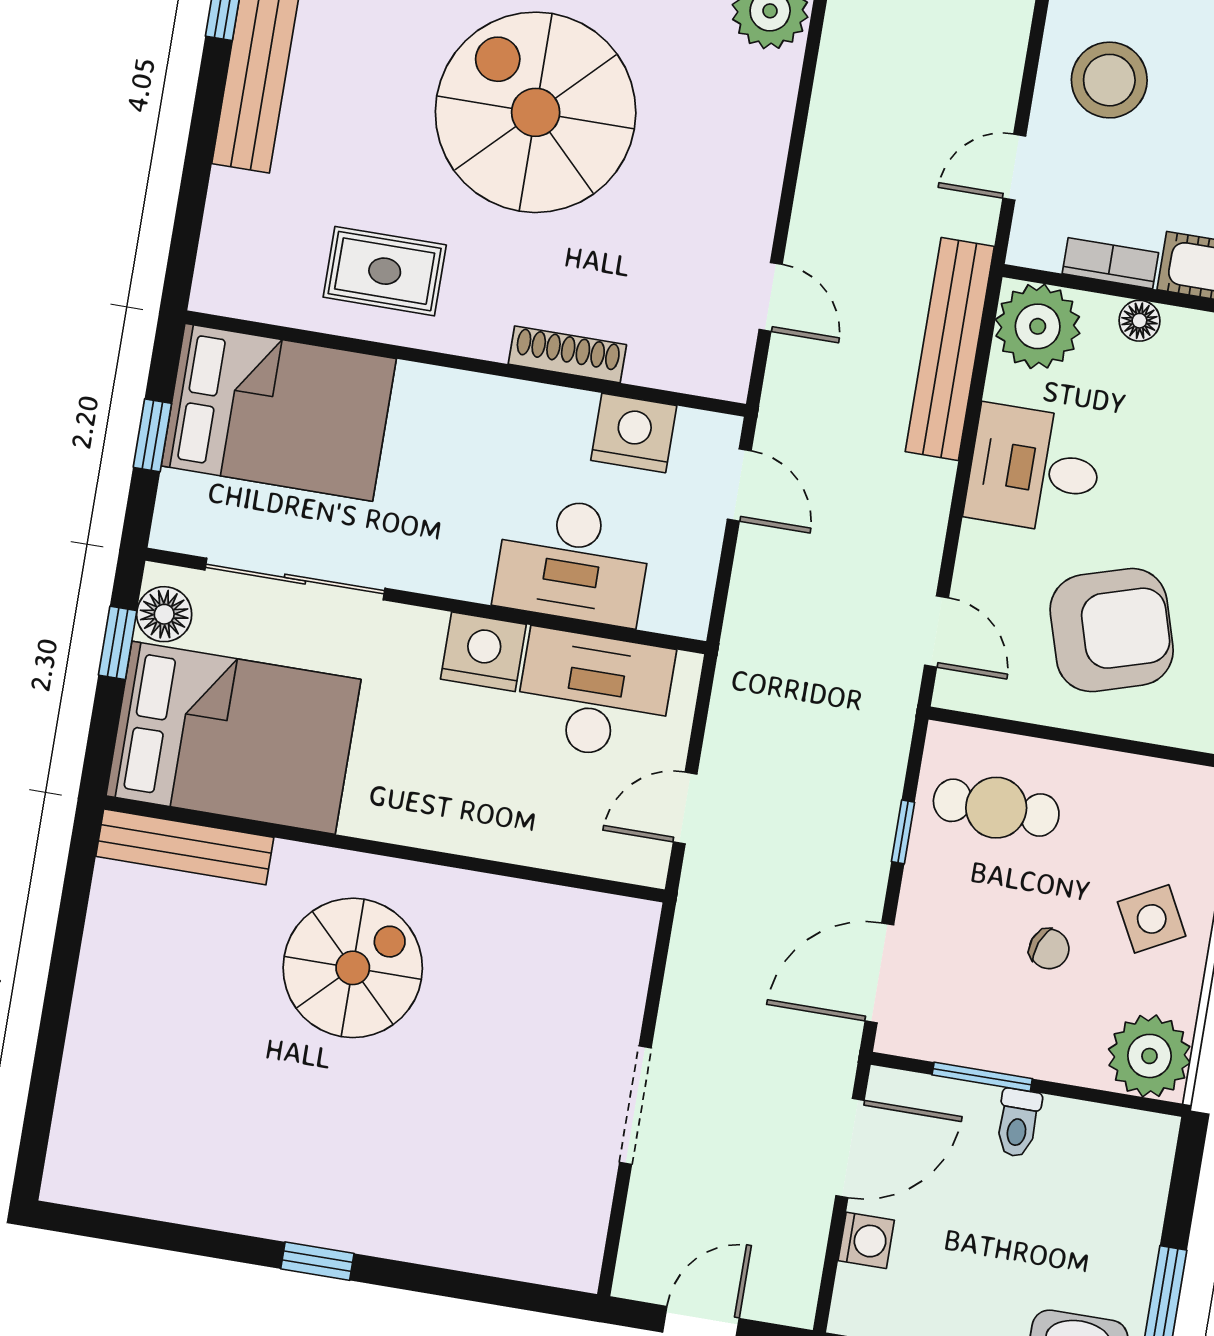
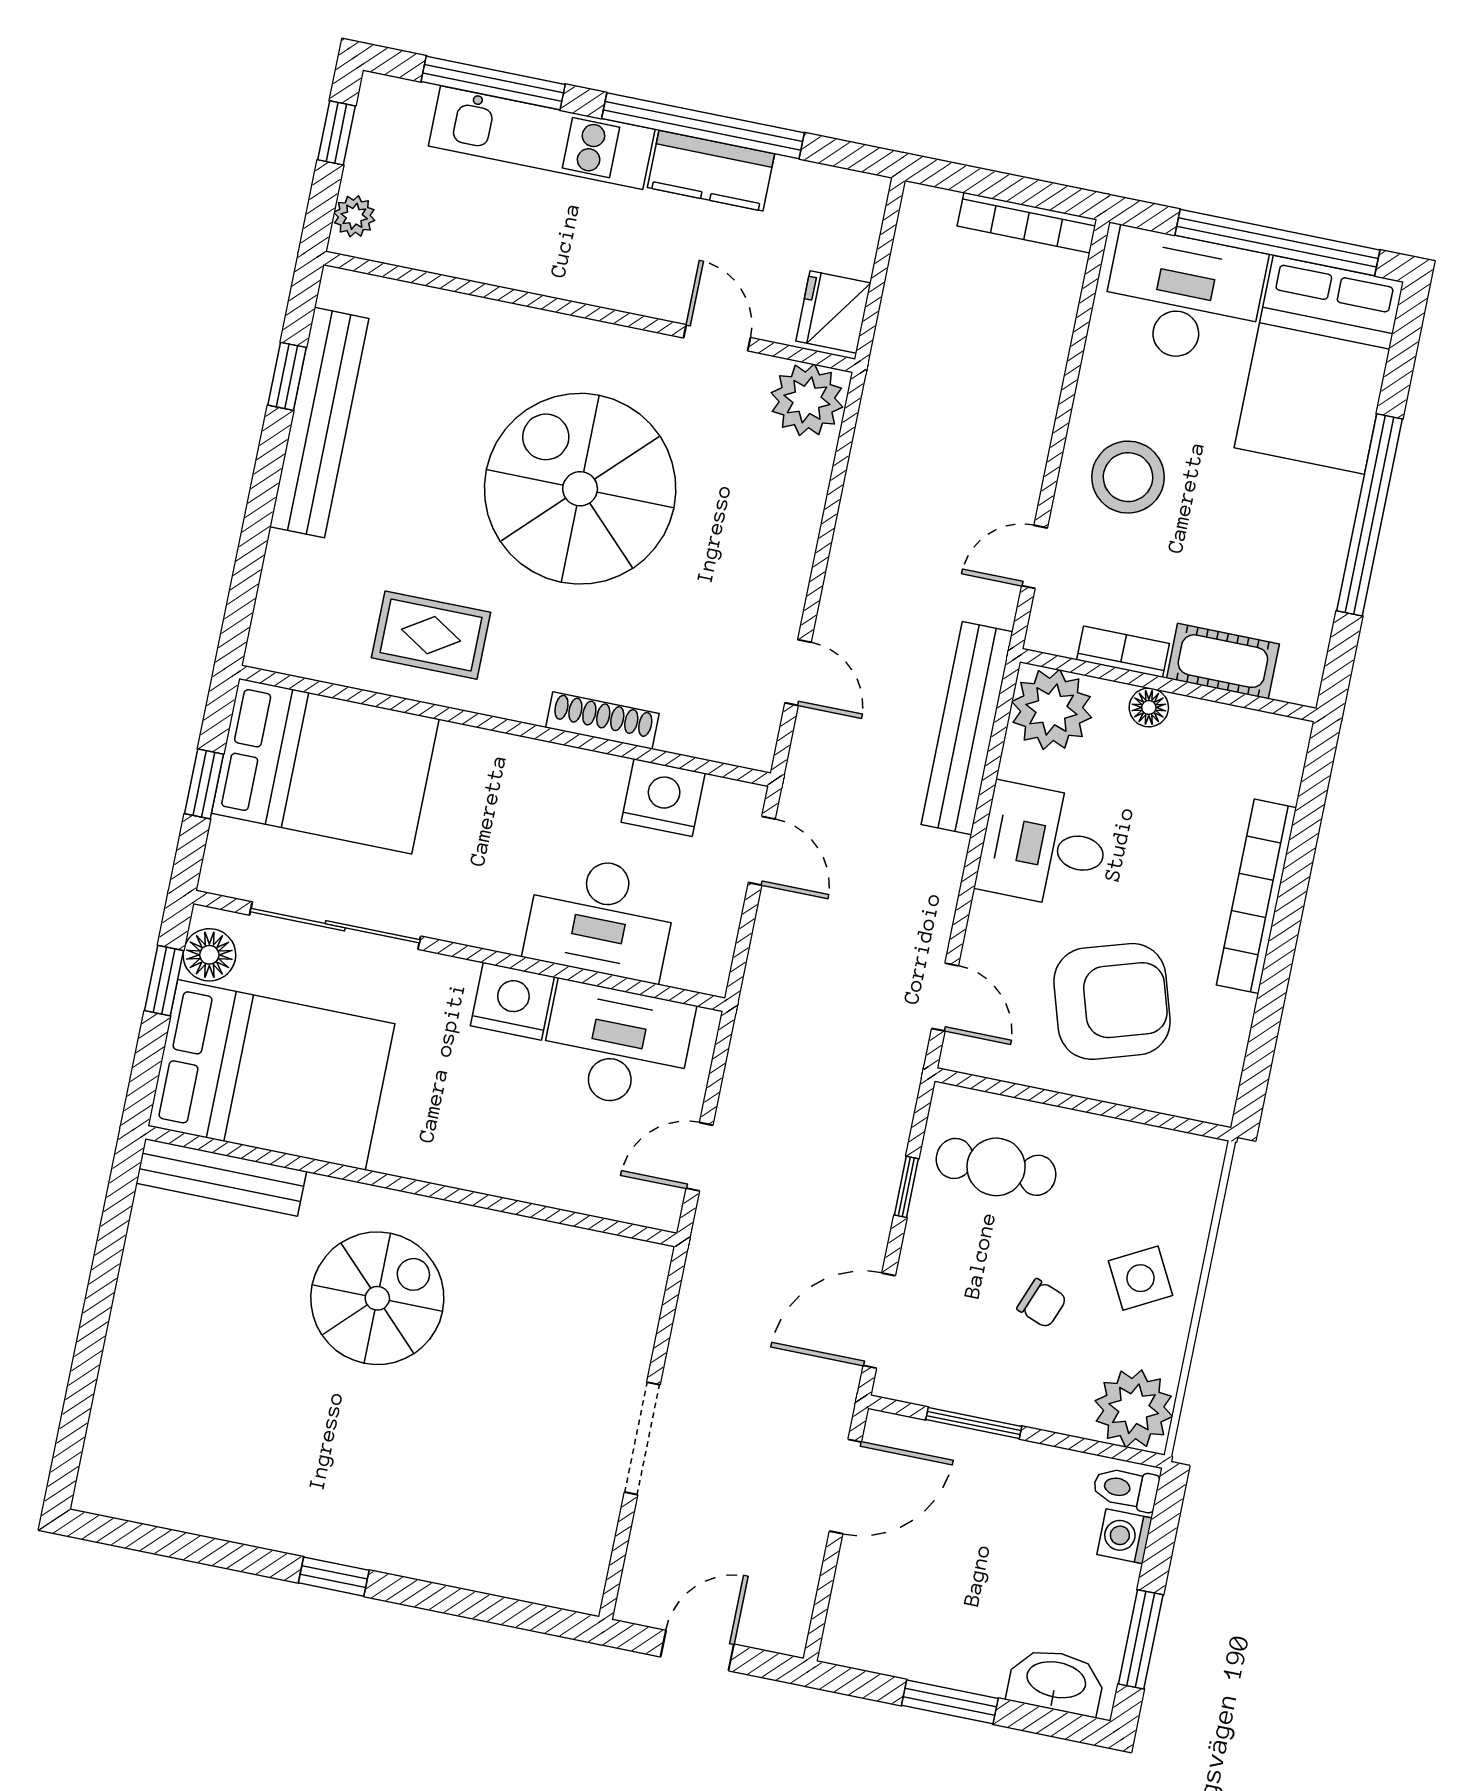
toilet: (1018, 1123) -> (1126, 1489), moved, turned 90
washing machine: (866, 1240) -> (1124, 1536), moved, turned 180

